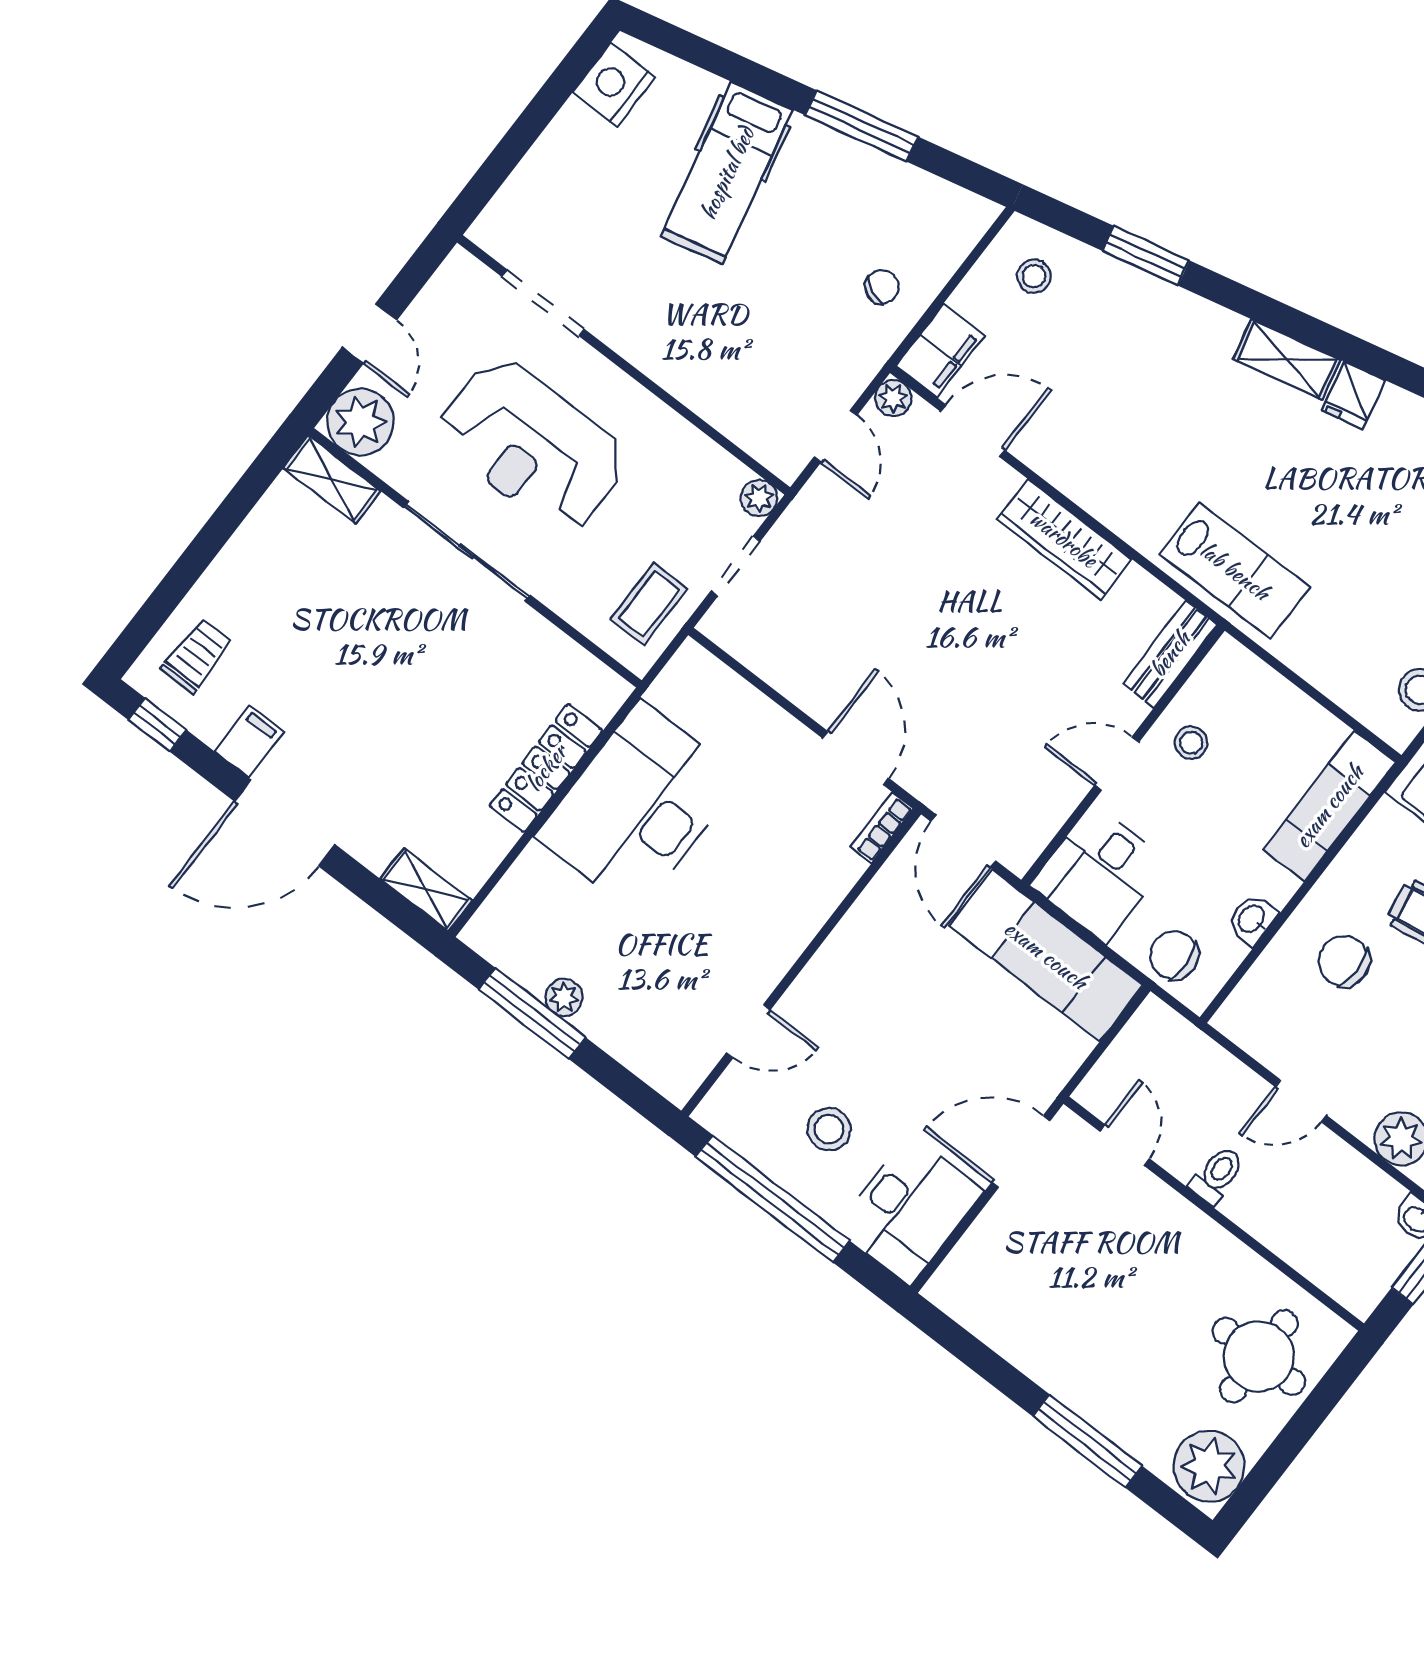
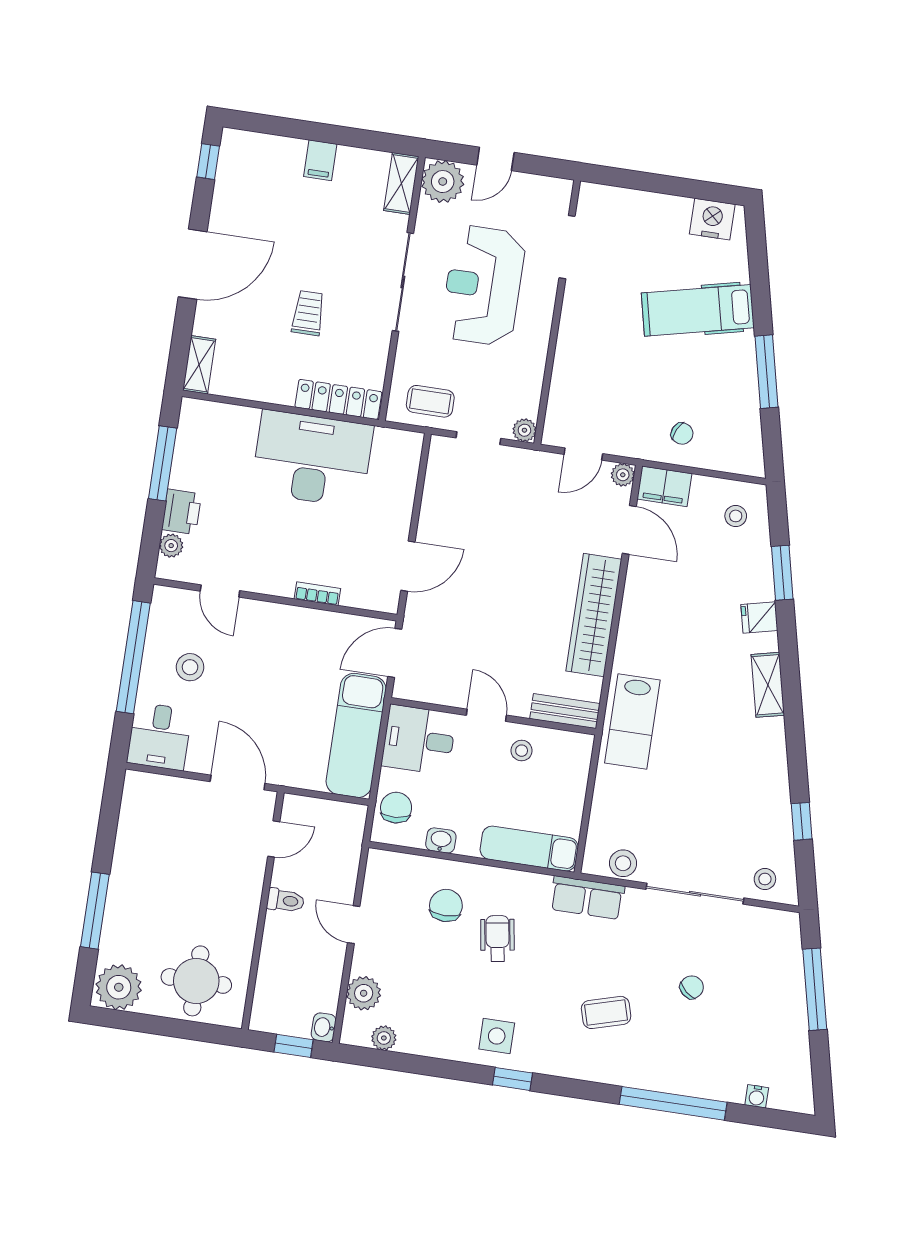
fridge: (1353, 395) -> (759, 617), moved
wardrobe: (1064, 539) -> (594, 615), width x1.40, depth x1.17
trolley: (197, 656) -> (308, 313), moved, turned -90
filing cabinet: (249, 741) -> (320, 160), moved, turned 90
locker: (546, 768) -> (338, 399), moved
door: (285, 823) -> (193, 264), swing flipped
bookcase: (882, 828) -> (317, 594), moved
plant: (564, 997) -> (171, 546), moved
printer: (612, 1024) -> (182, 512), added
desk: (910, 1210) -> (159, 736), width x0.73

